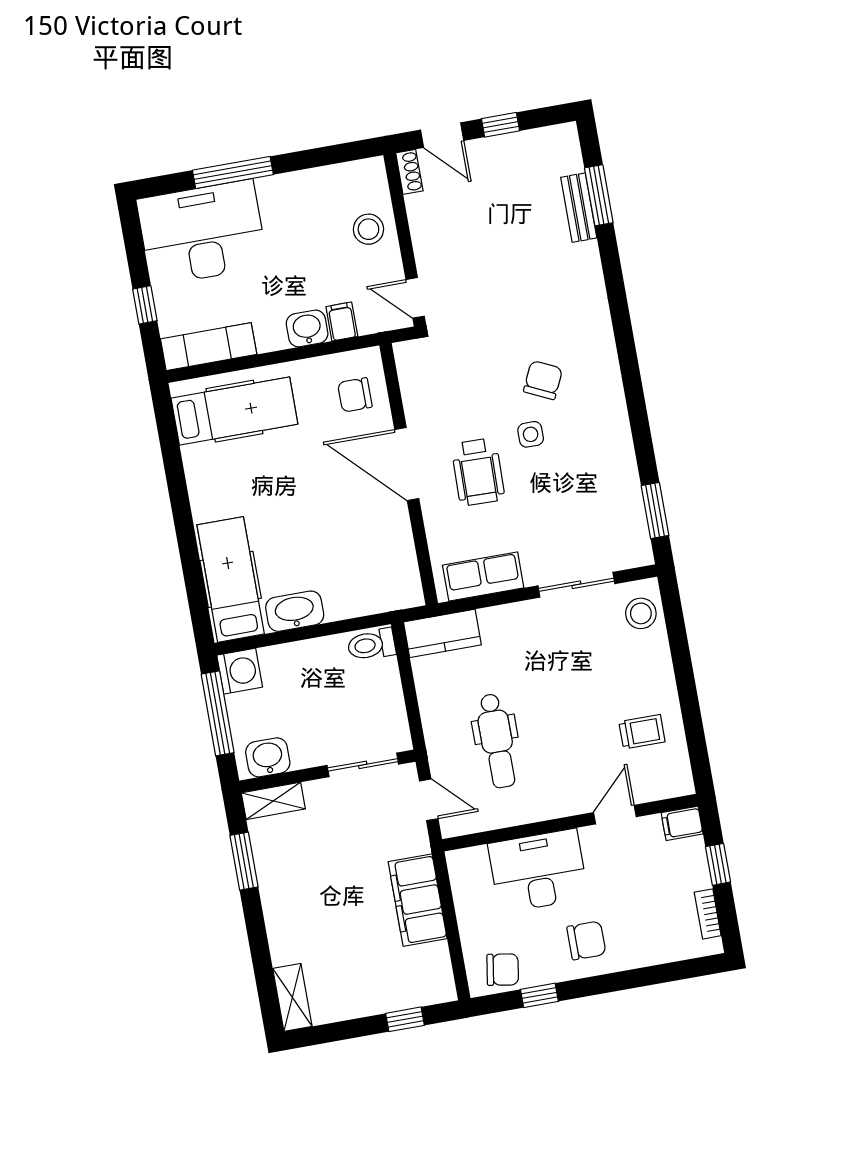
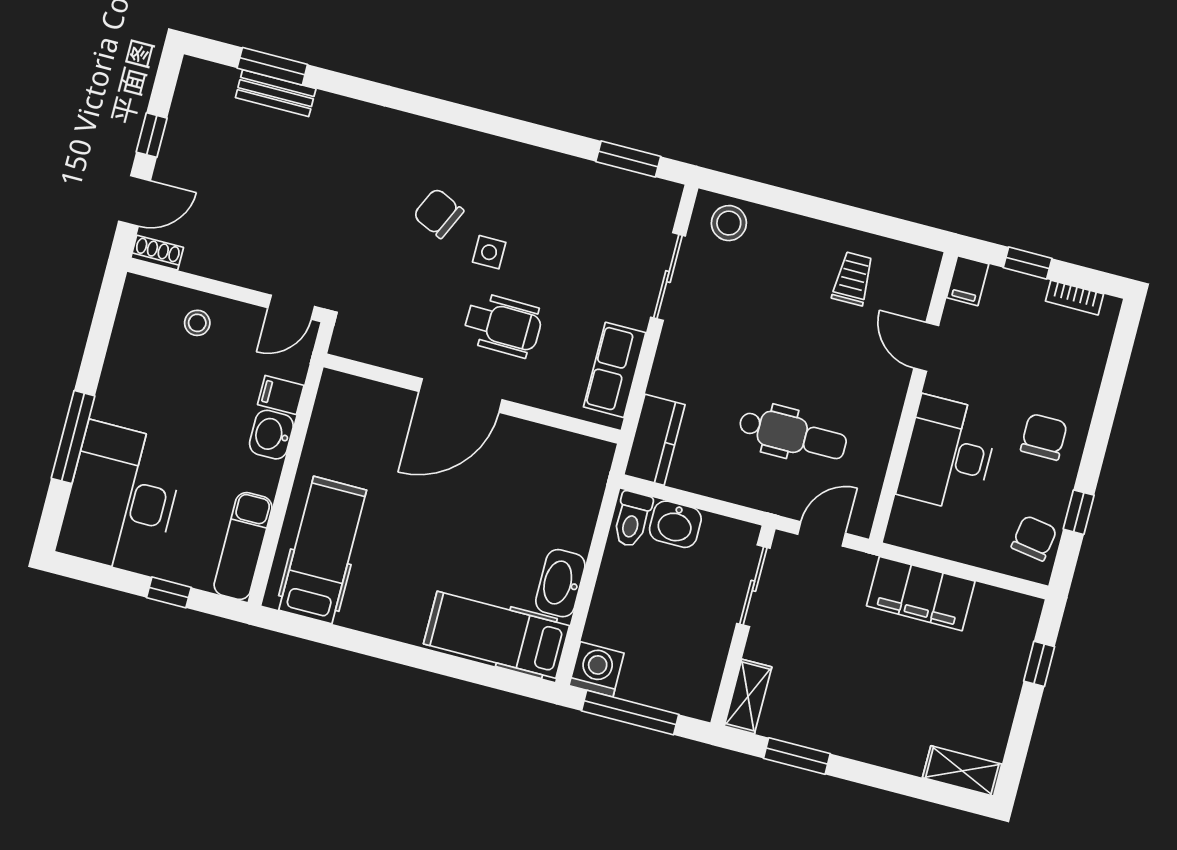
stool: (368, 229) -> (197, 323), width x0.73, depth x0.73
chair: (355, 395) -> (364, 417), removed
washbasin: (268, 757) -> (675, 524), moved, turned -90

